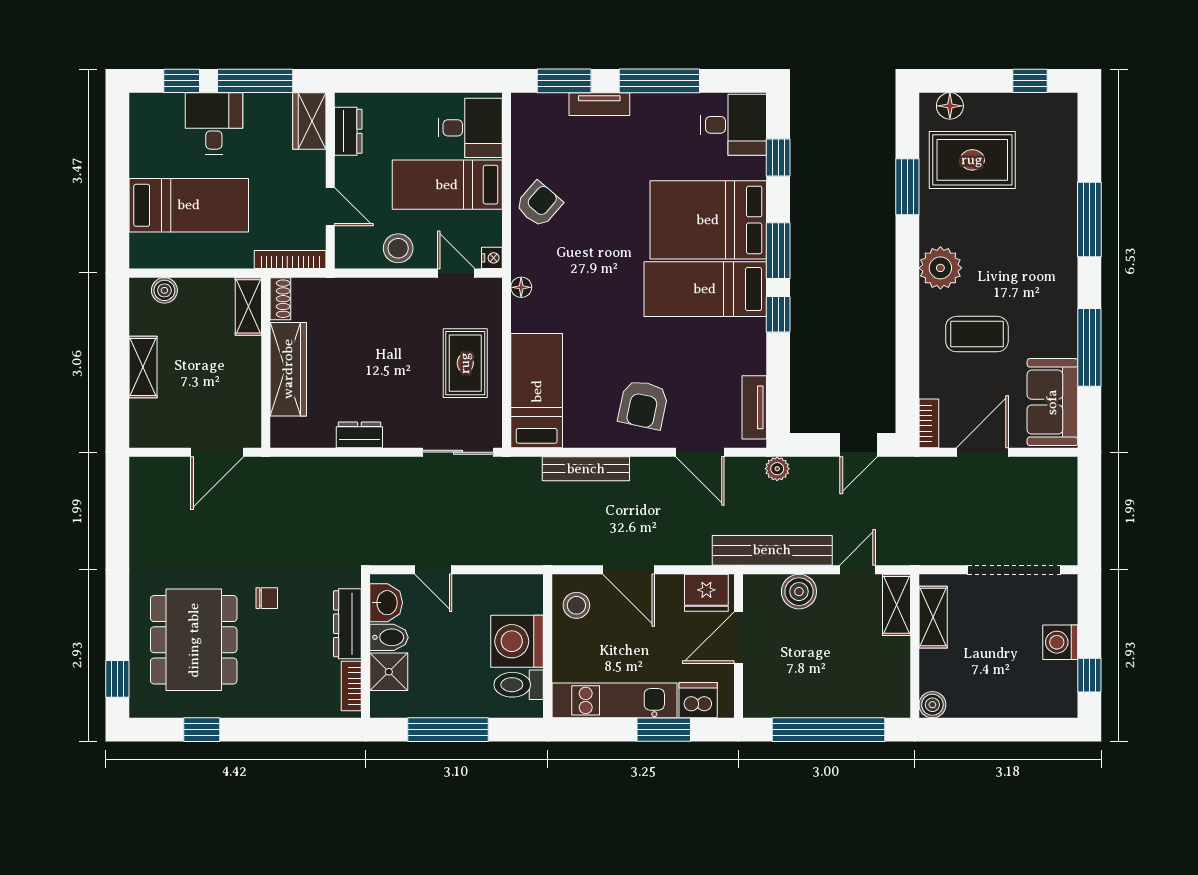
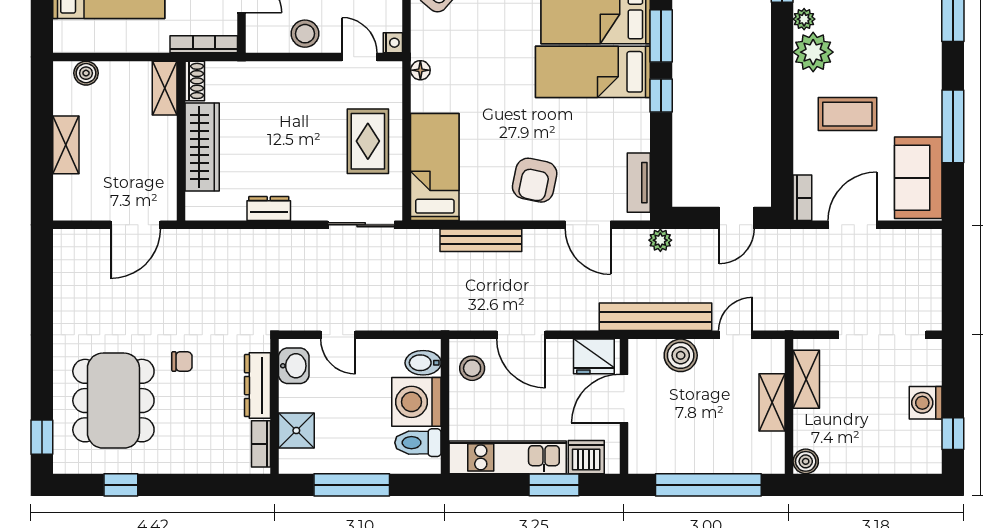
plant: (931, 233) -> (804, 19), added
shelving: (896, 605) -> (772, 402), moved
bidet: (389, 637) -> (423, 363), moved, turned 180

